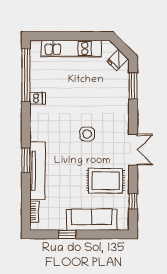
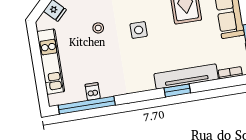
stool: (95, 97) -> (98, 28), added
dishwasher: (38, 98) -> (93, 91), moved

